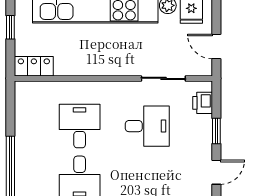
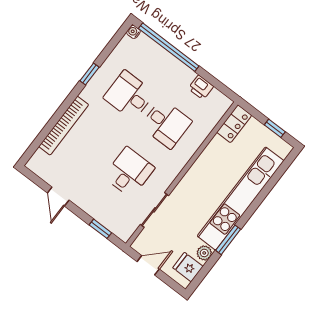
printer: (203, 103) -> (201, 87), moved, turned 180
desk: (147, 126) -> (129, 172), turned 180
window: (216, 131) -> (100, 229), moved

